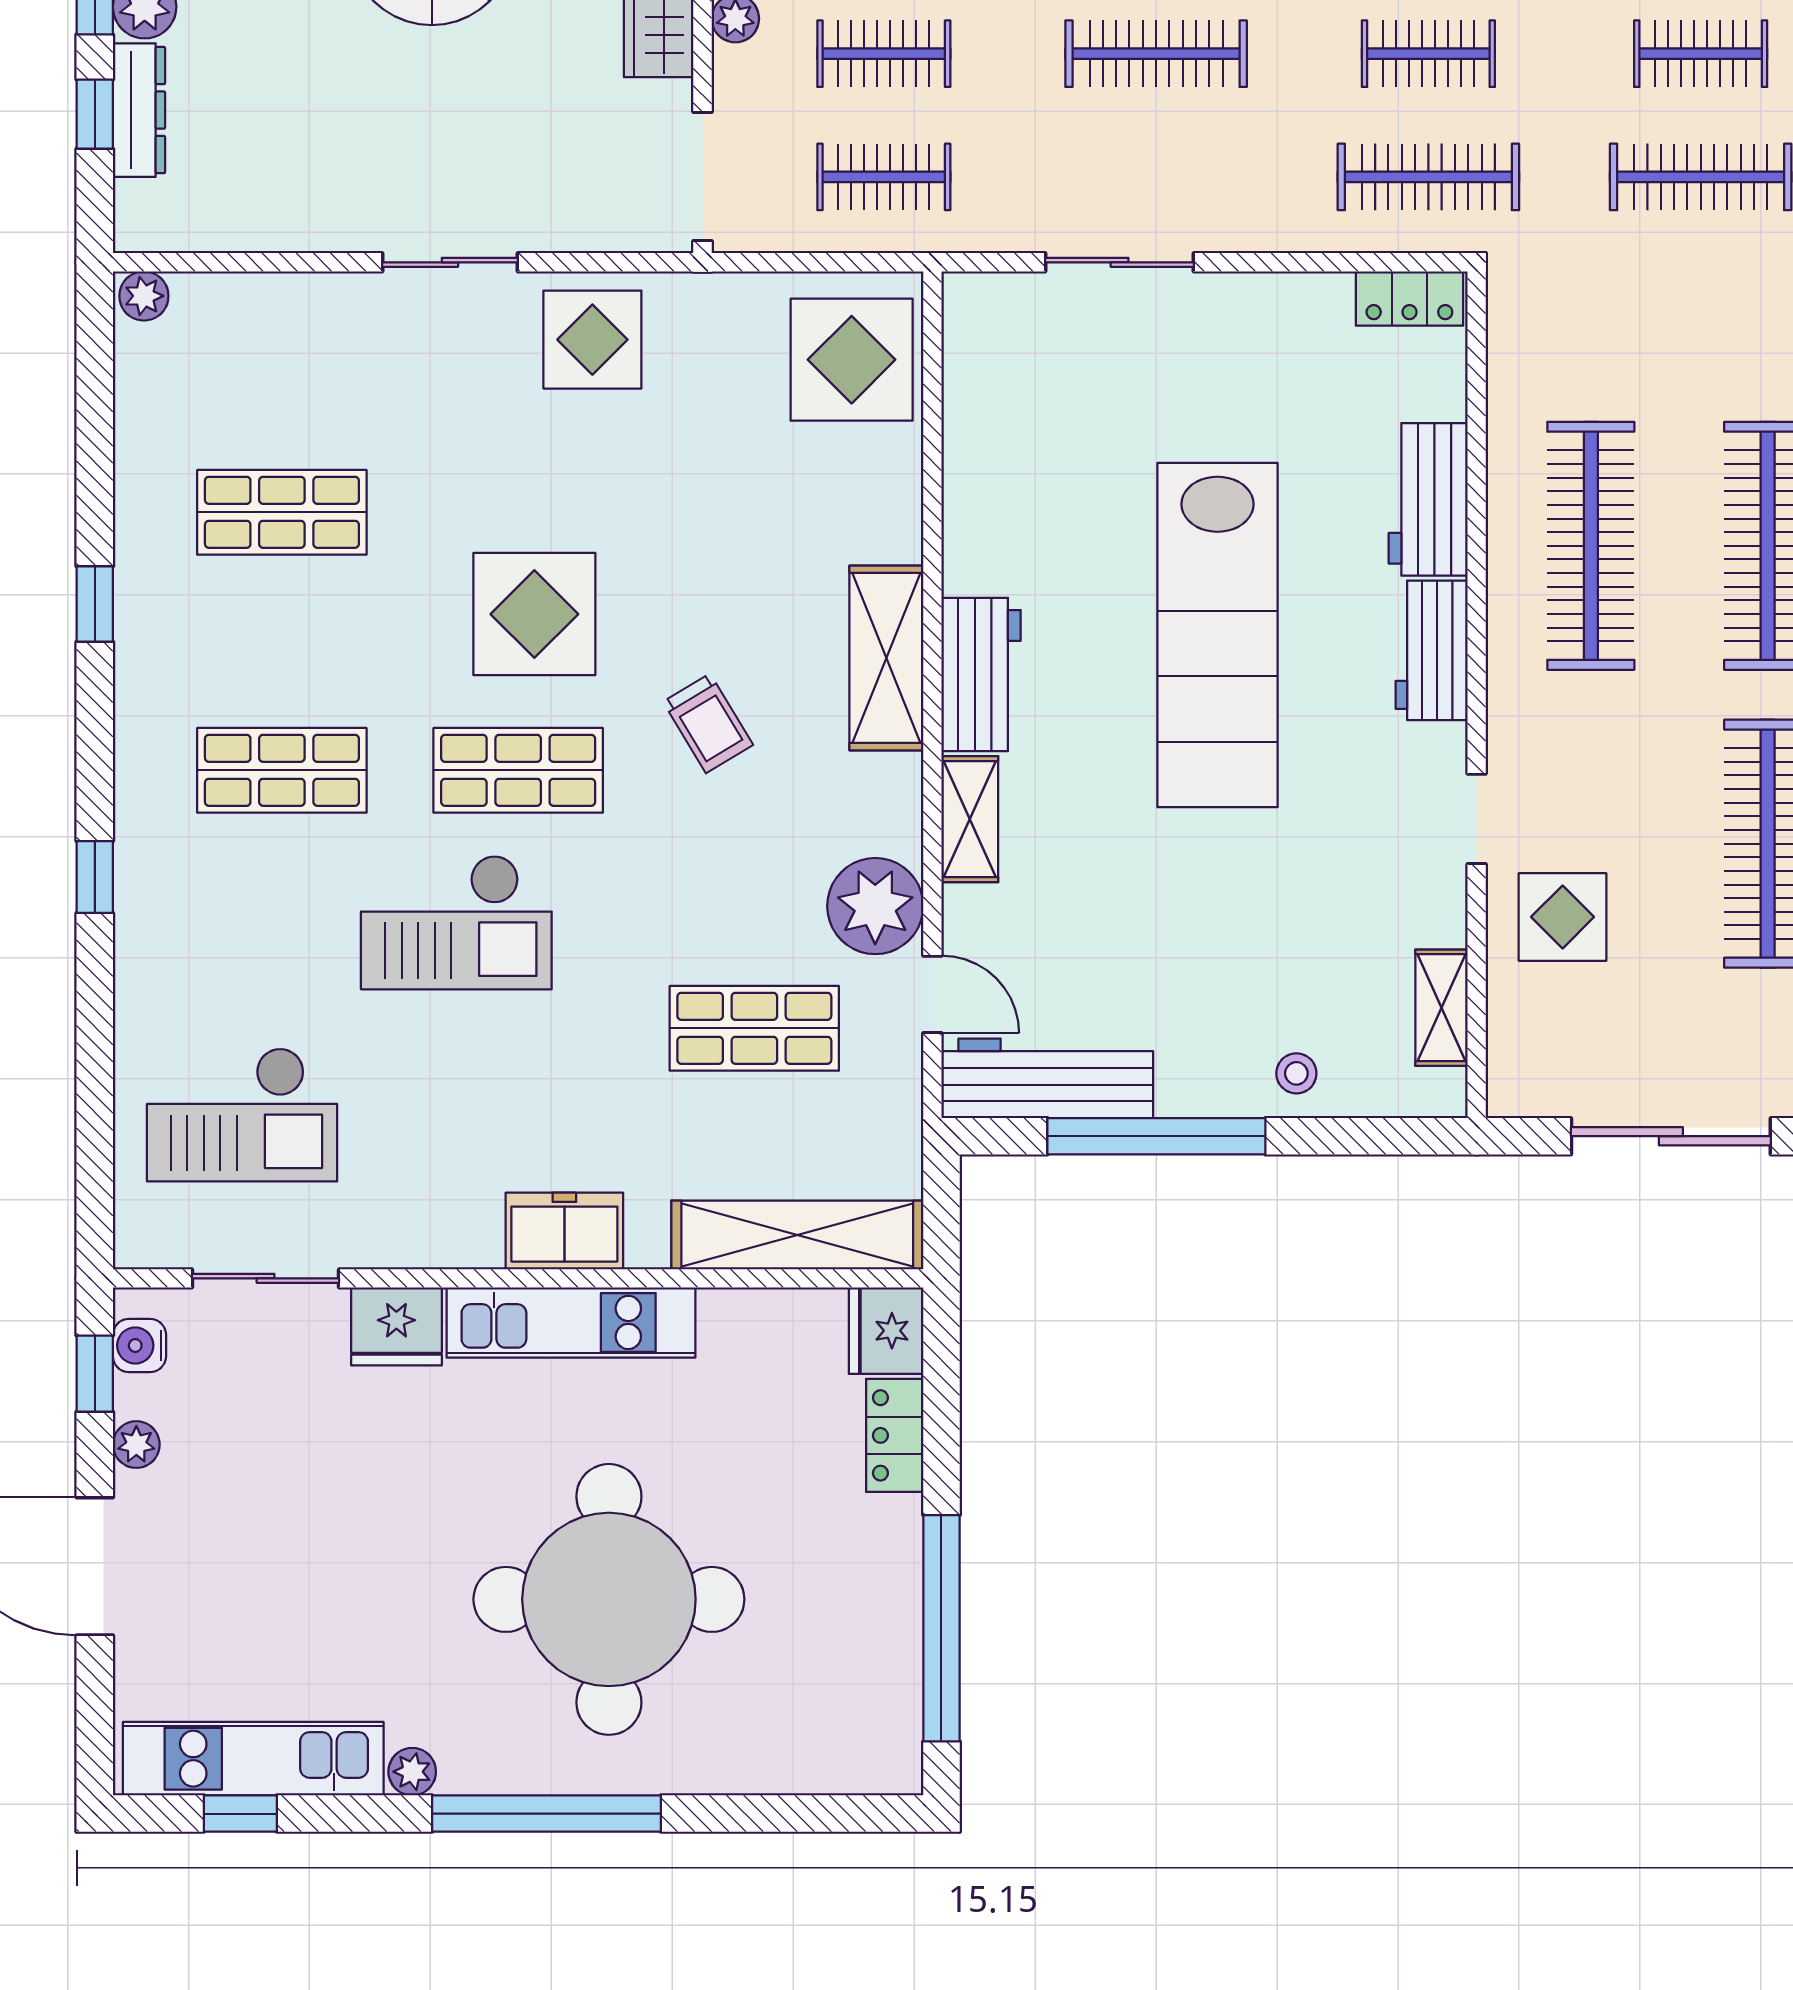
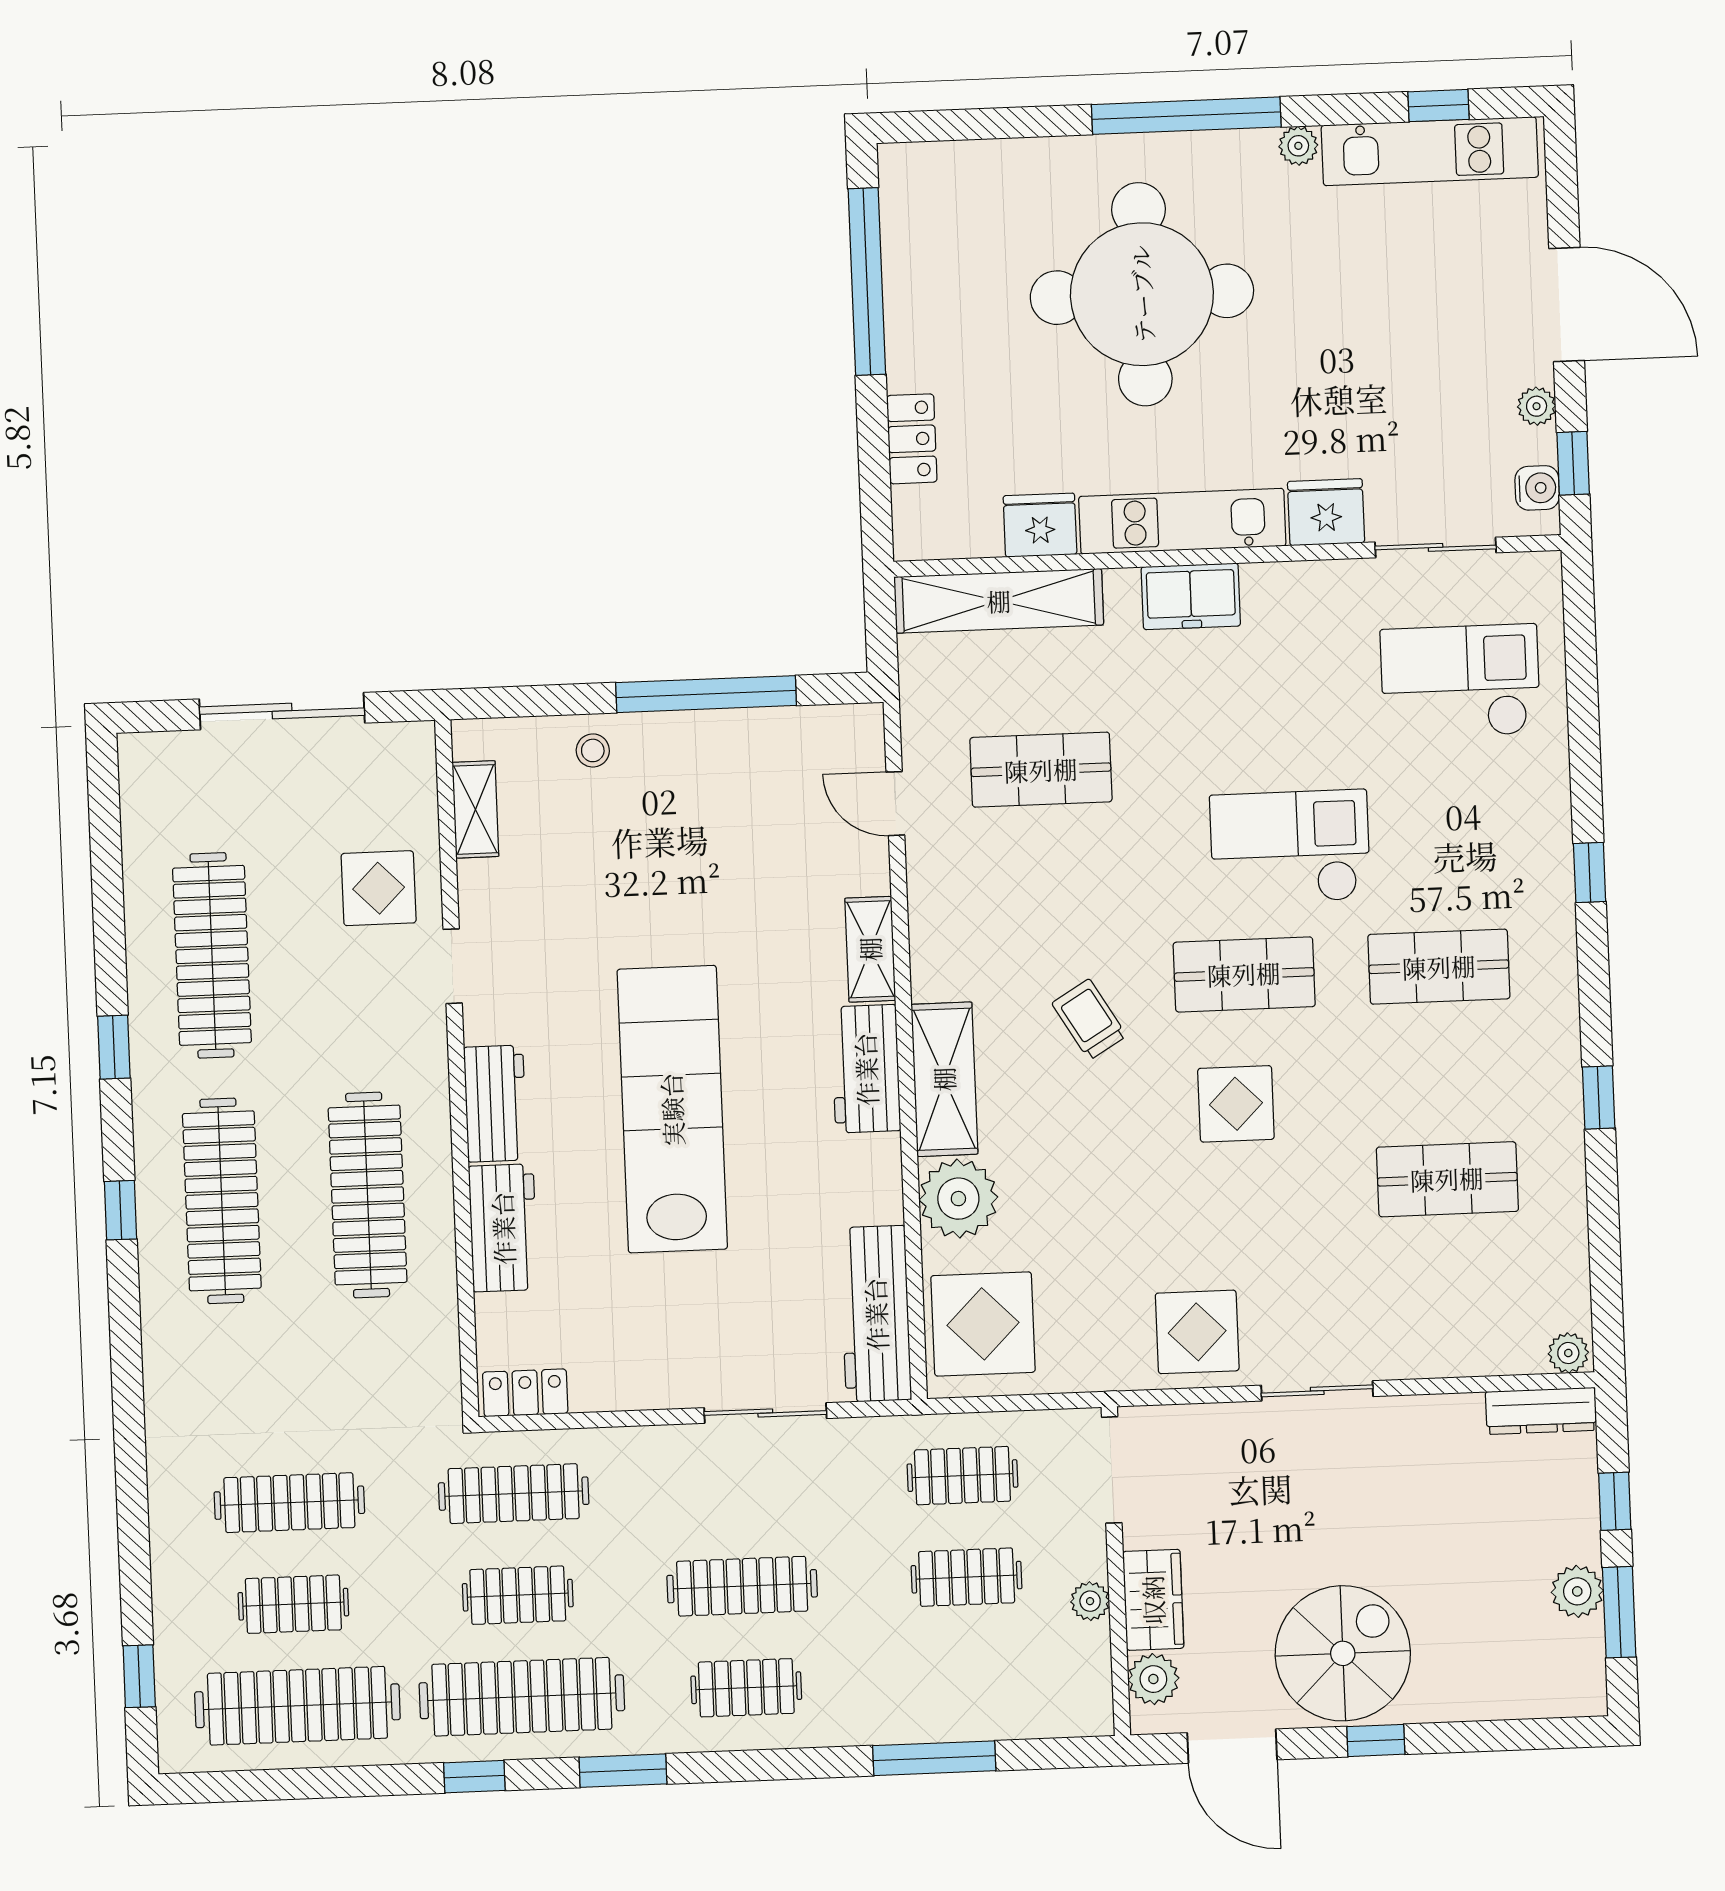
dresser: (139, 110) -> (1541, 1411), moved, turned -90
display table: (534, 614) -> (1236, 1104), width x0.73, depth x0.73
plant: (875, 906) -> (958, 1199), moved
workbench: (1047, 1078) -> (876, 1314), moved, turned 90
fridge: (886, 1331) -> (1040, 525), moved, turned -90

